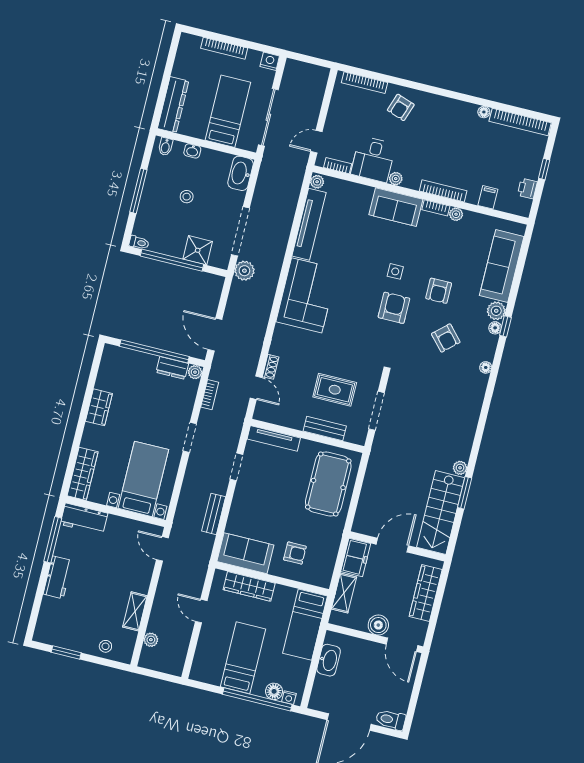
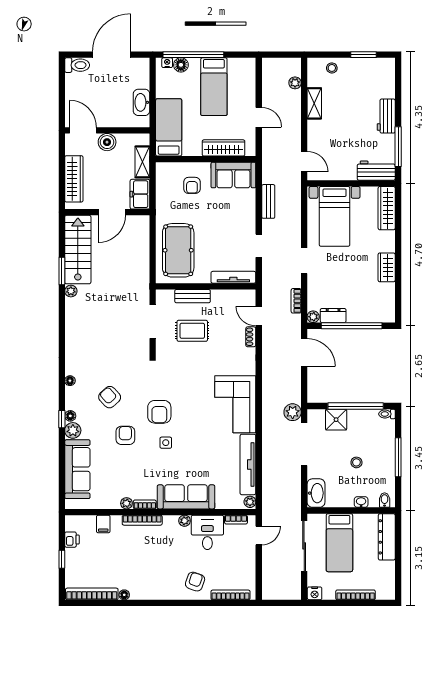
sofa: (396, 207) -> (186, 497), width x1.36
armchair: (295, 553) -> (192, 185), turned -90

